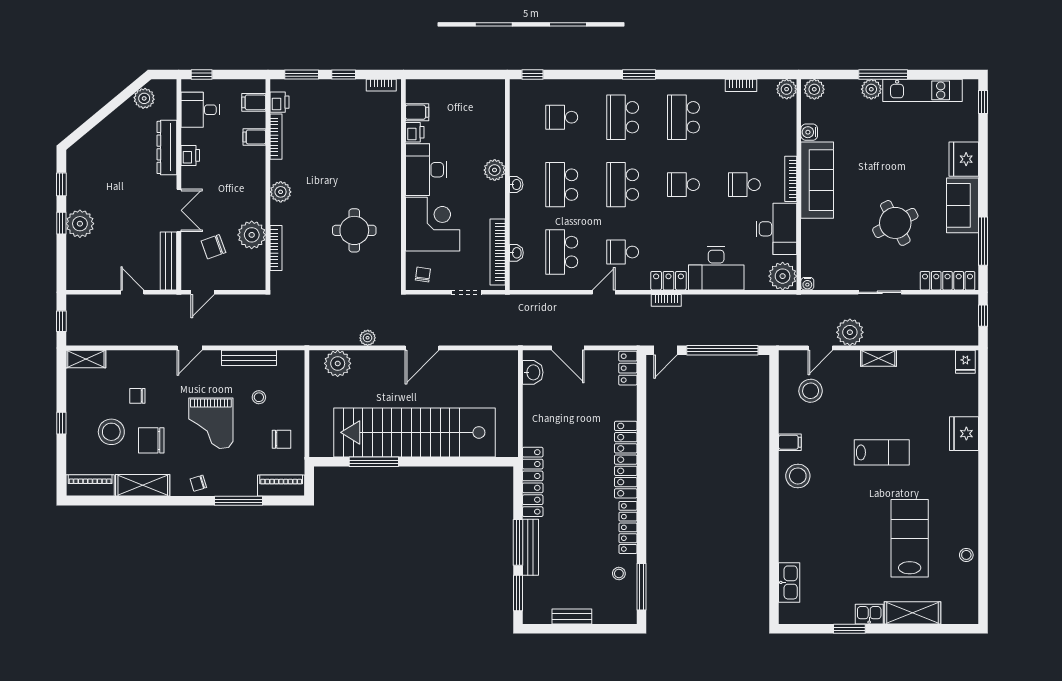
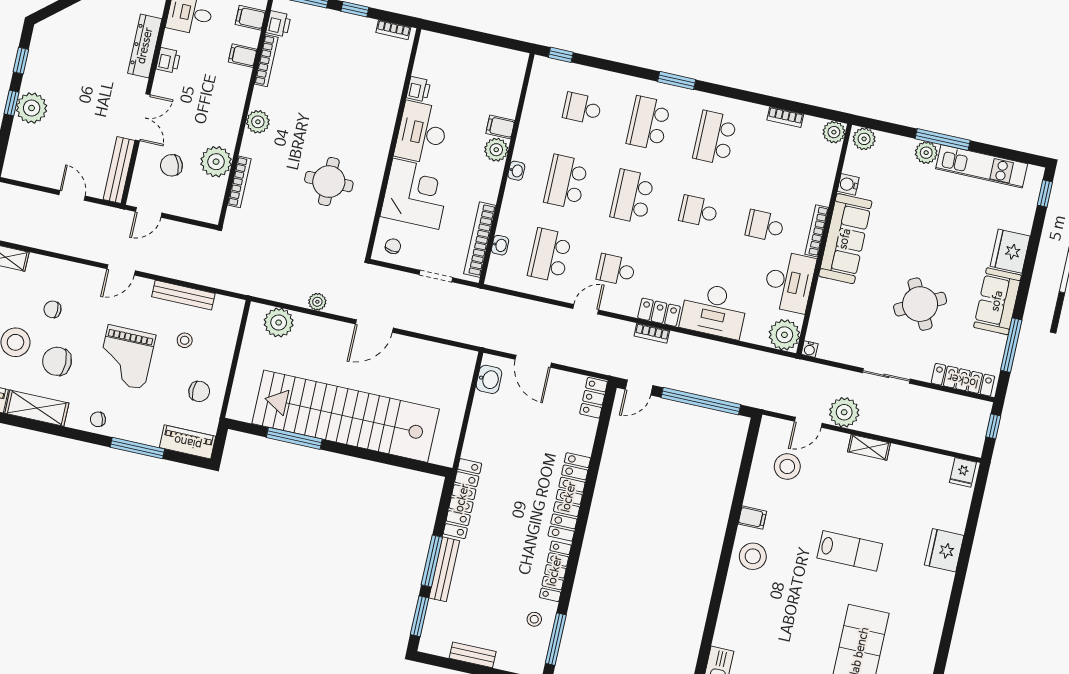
filing cabinet: (417, 112) -> (500, 127), moved, turned 180

